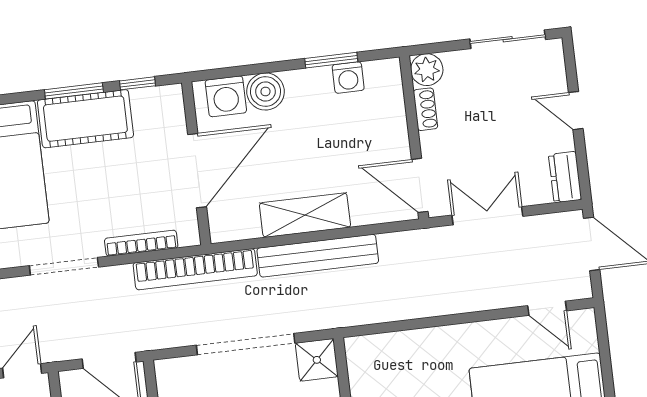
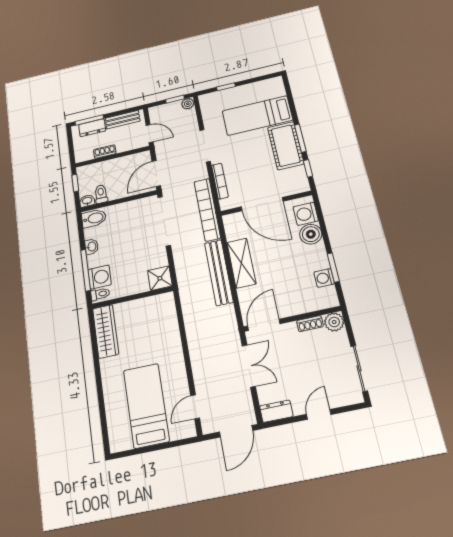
doorway: (246, 344) -> (164, 221), moved

